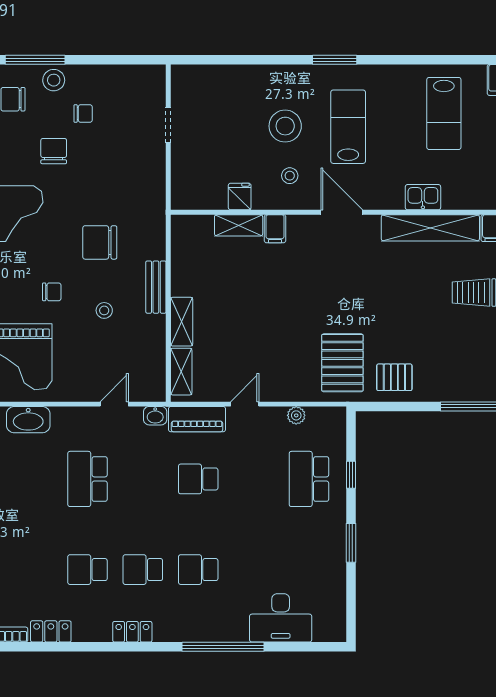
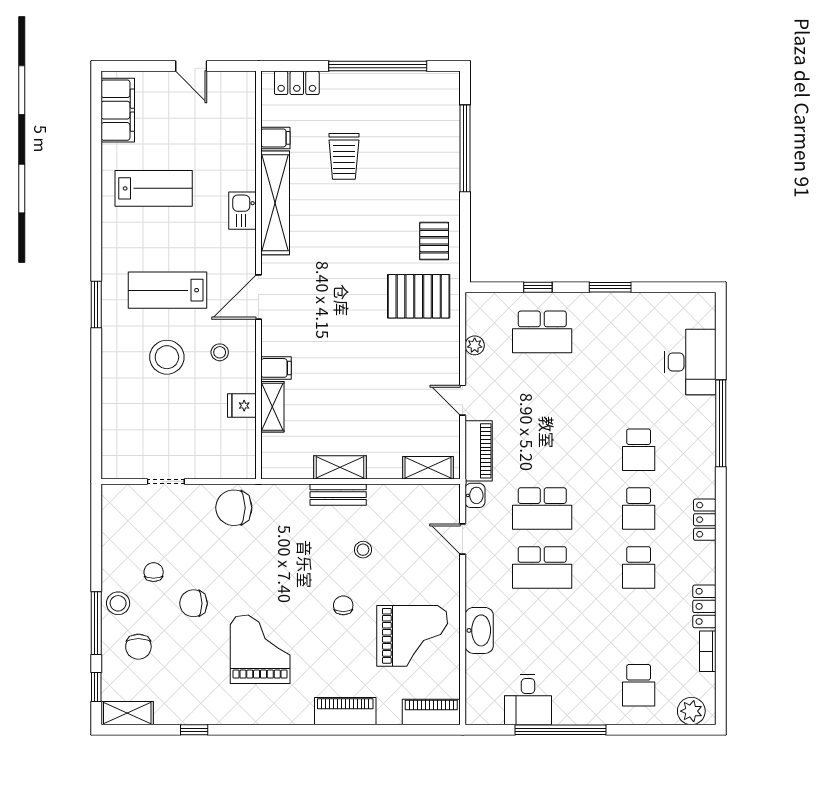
chair: (100, 242) -> (234, 508), moved, turned 90
shelving: (182, 322) -> (340, 467), moved
school desk: (198, 479) -> (542, 509), moved, width x1.85

